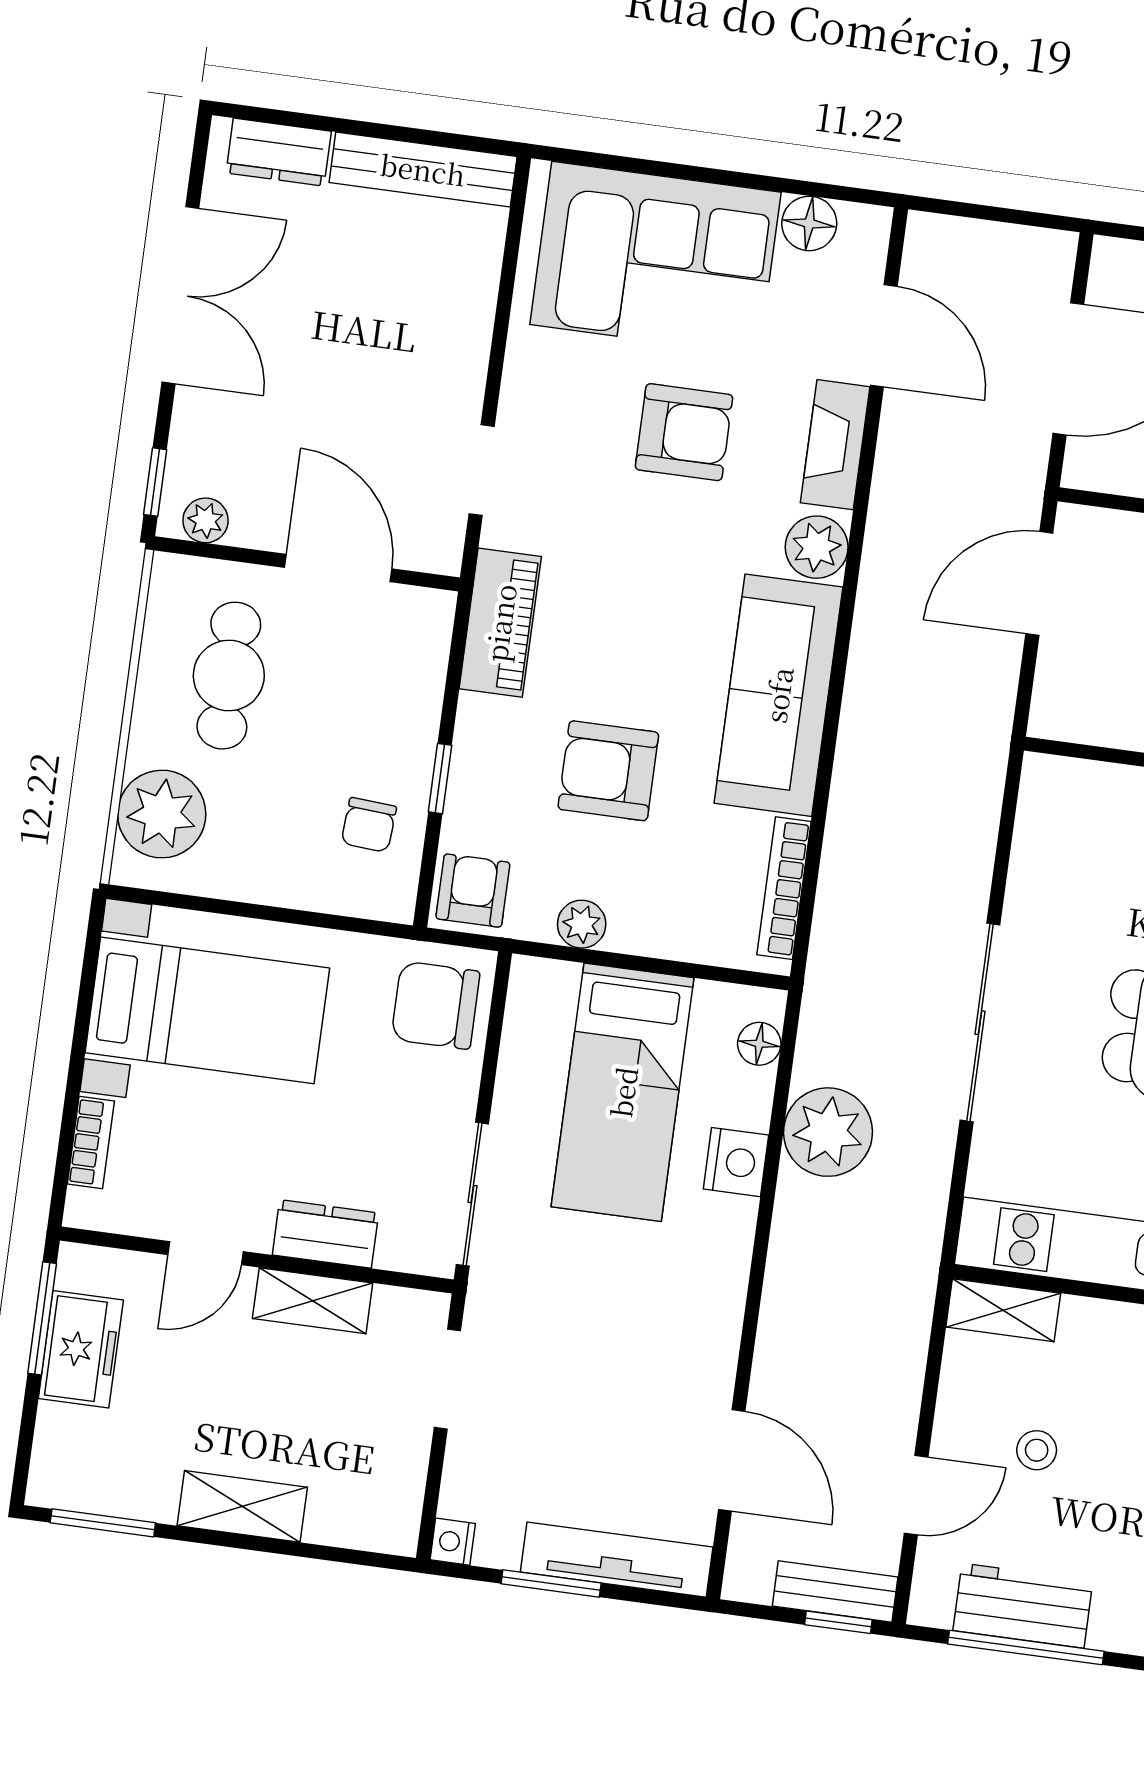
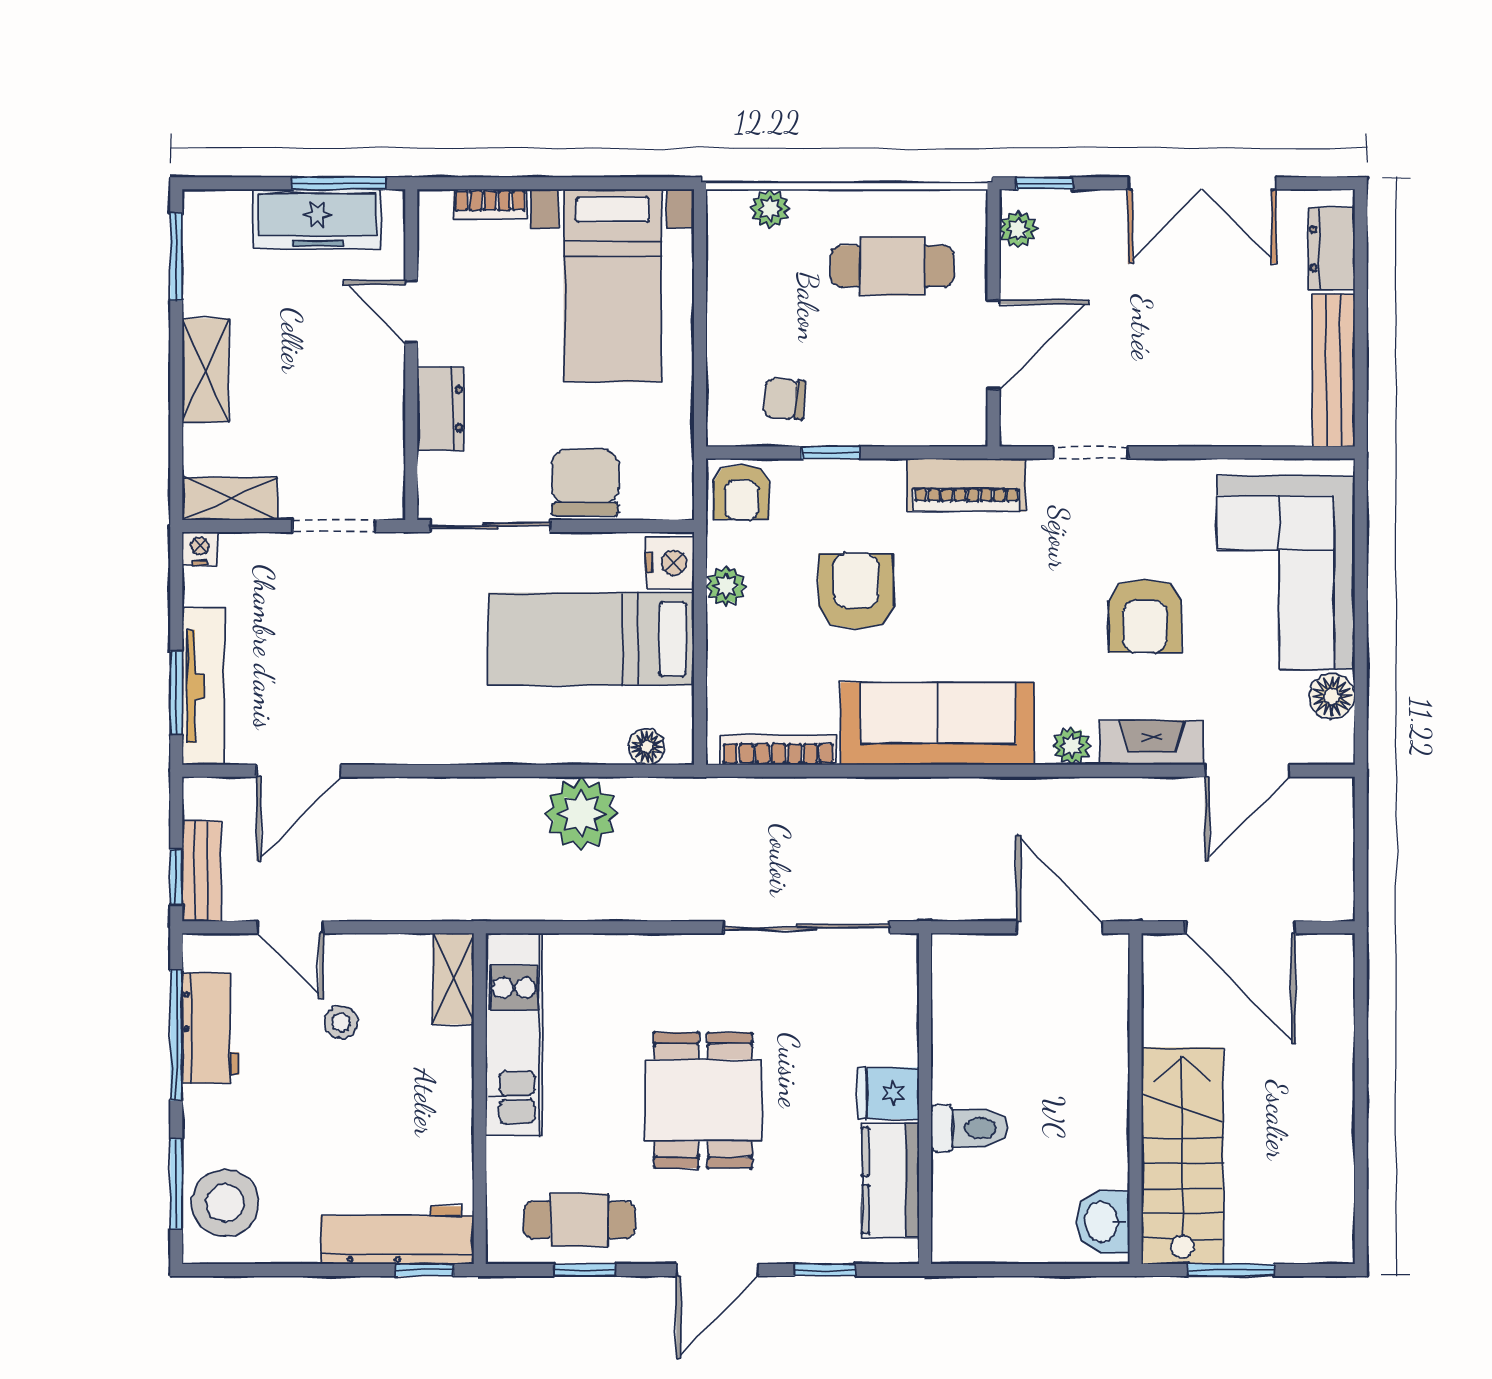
plant: (817, 547) -> (1072, 746), width x0.73, depth x0.73
plant: (162, 814) -> (770, 209), width x0.53, depth x0.53
armchair: (473, 891) -> (742, 492), turned 90
chair: (436, 1005) -> (585, 482), moved
sliding door: (980, 1023) -> (807, 927), moved
nightstand: (736, 1162) -> (670, 563), moved, turned -90
shelving: (313, 1301) -> (230, 499), moved, turned 90
freezer: (81, 1349) -> (317, 219), width x1.40
window: (551, 1583) -> (176, 693), moved

